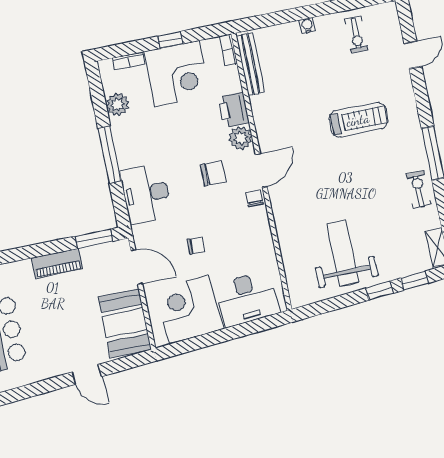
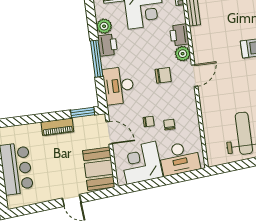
printer: (125, 133) -> (108, 45), added
chair: (254, 198) -> (169, 125), moved

